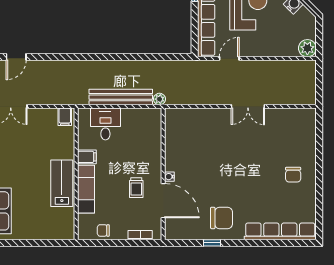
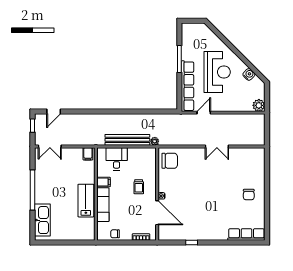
trolley: (136, 188) -> (139, 187), moved
chair: (222, 218) -> (170, 161), moved
row of seats: (280, 231) -> (246, 234), width x0.73

